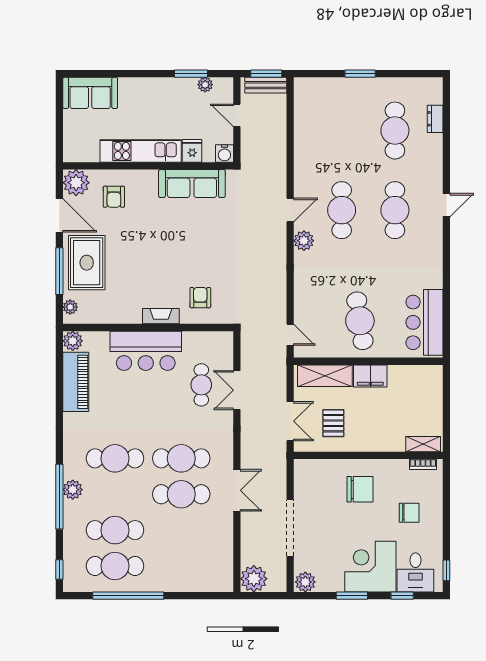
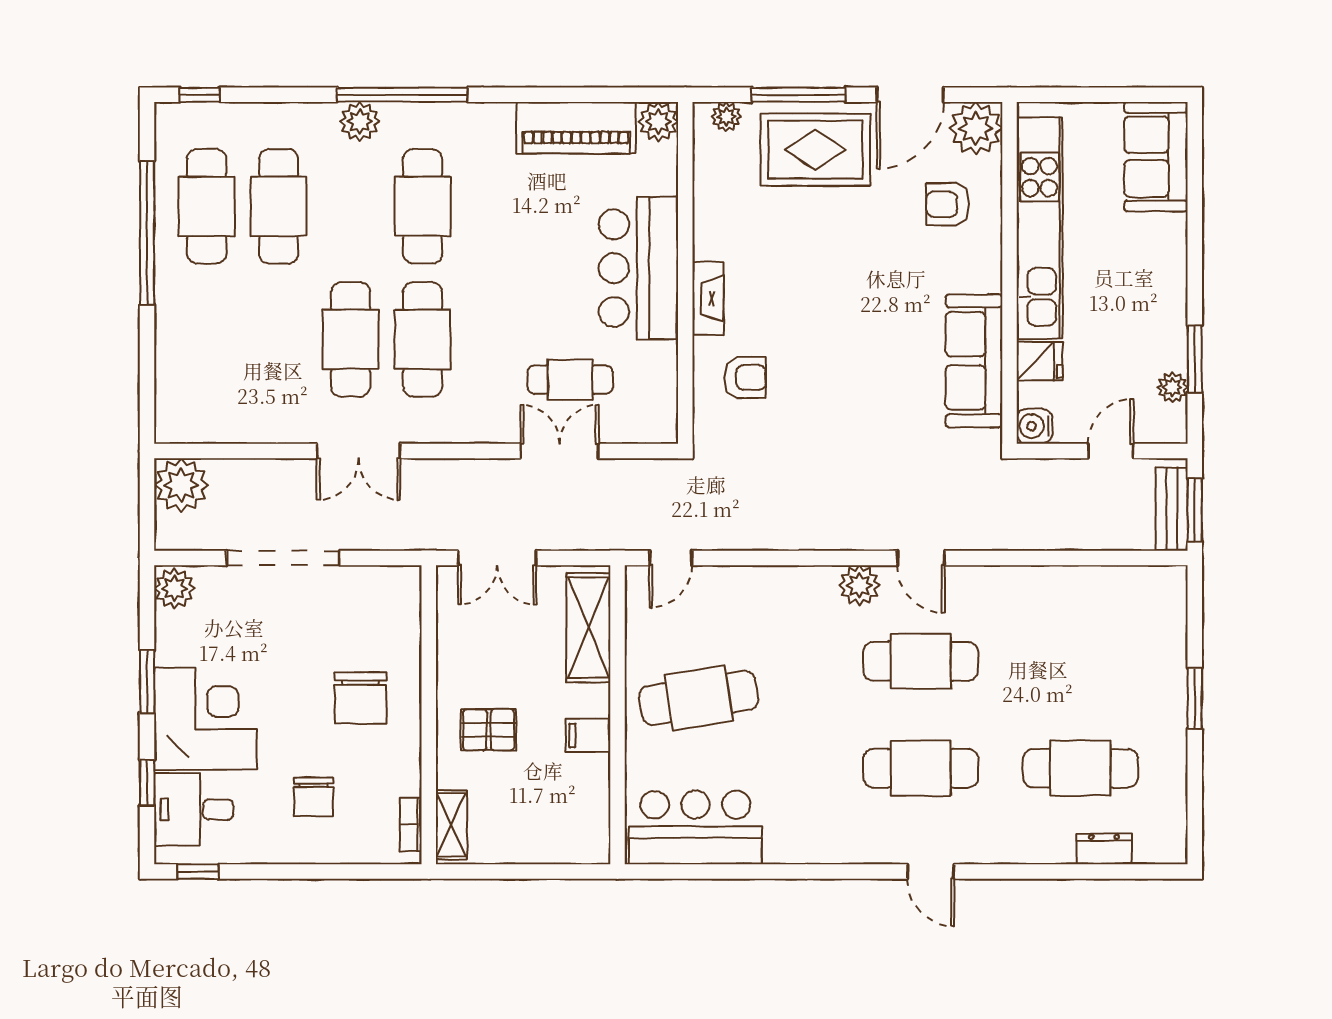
kitchen unit: (141, 151) -> (1040, 228), width x1.36
filing cabinet: (370, 376) -> (588, 735), width x0.50
pallet: (333, 423) -> (489, 730), moved
window: (59, 497) -> (402, 95), moved

